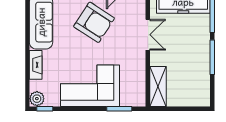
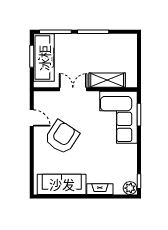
corner sofa: (90, 86) -> (118, 117), moved
shelving: (158, 87) -> (107, 80), moved

